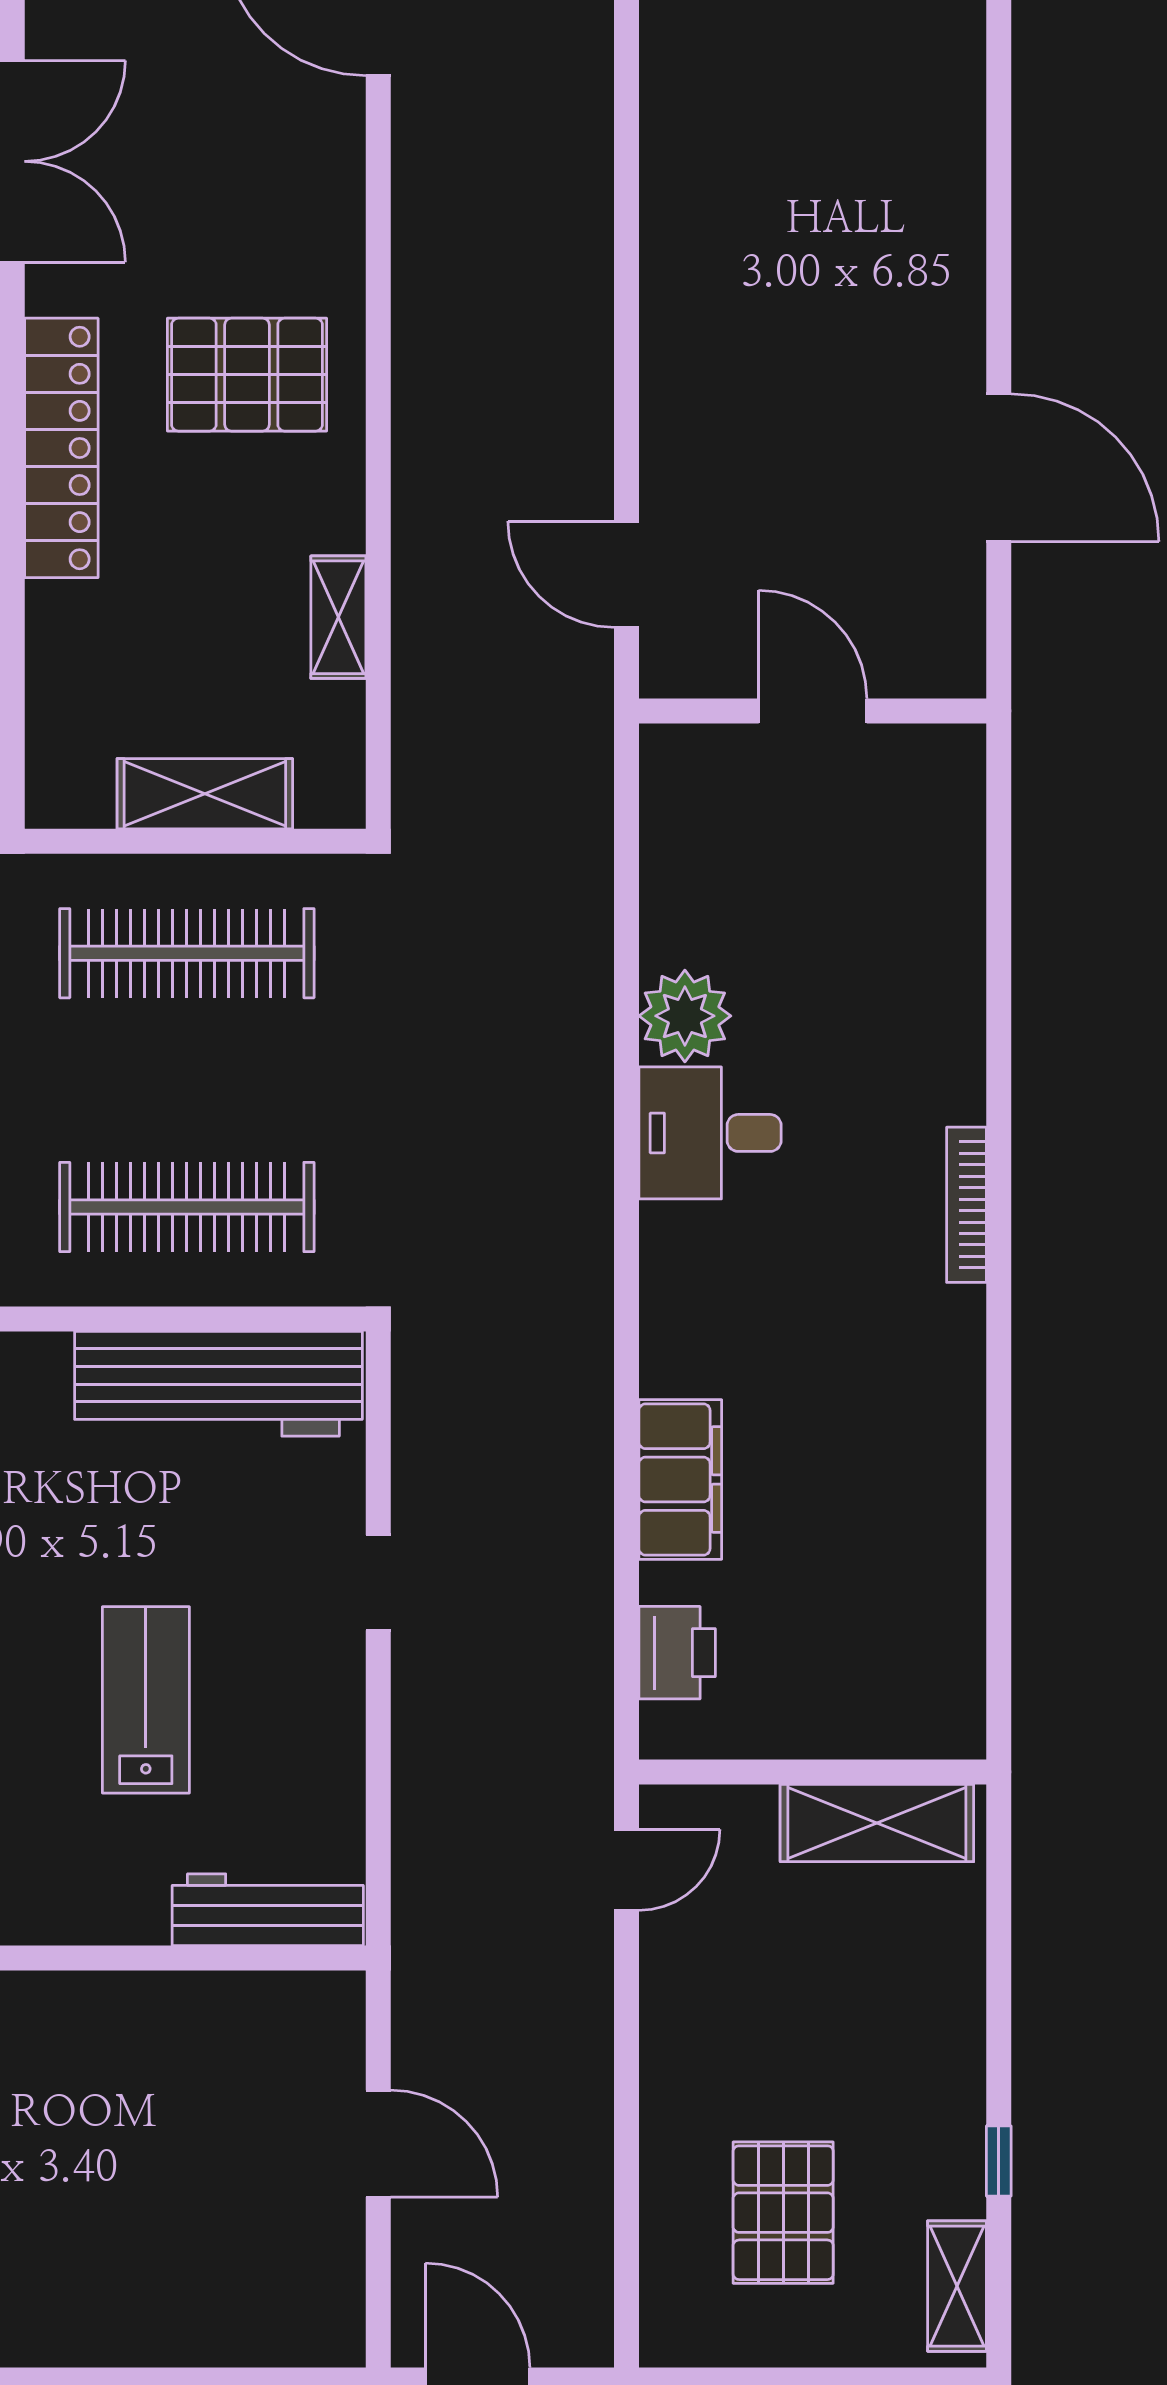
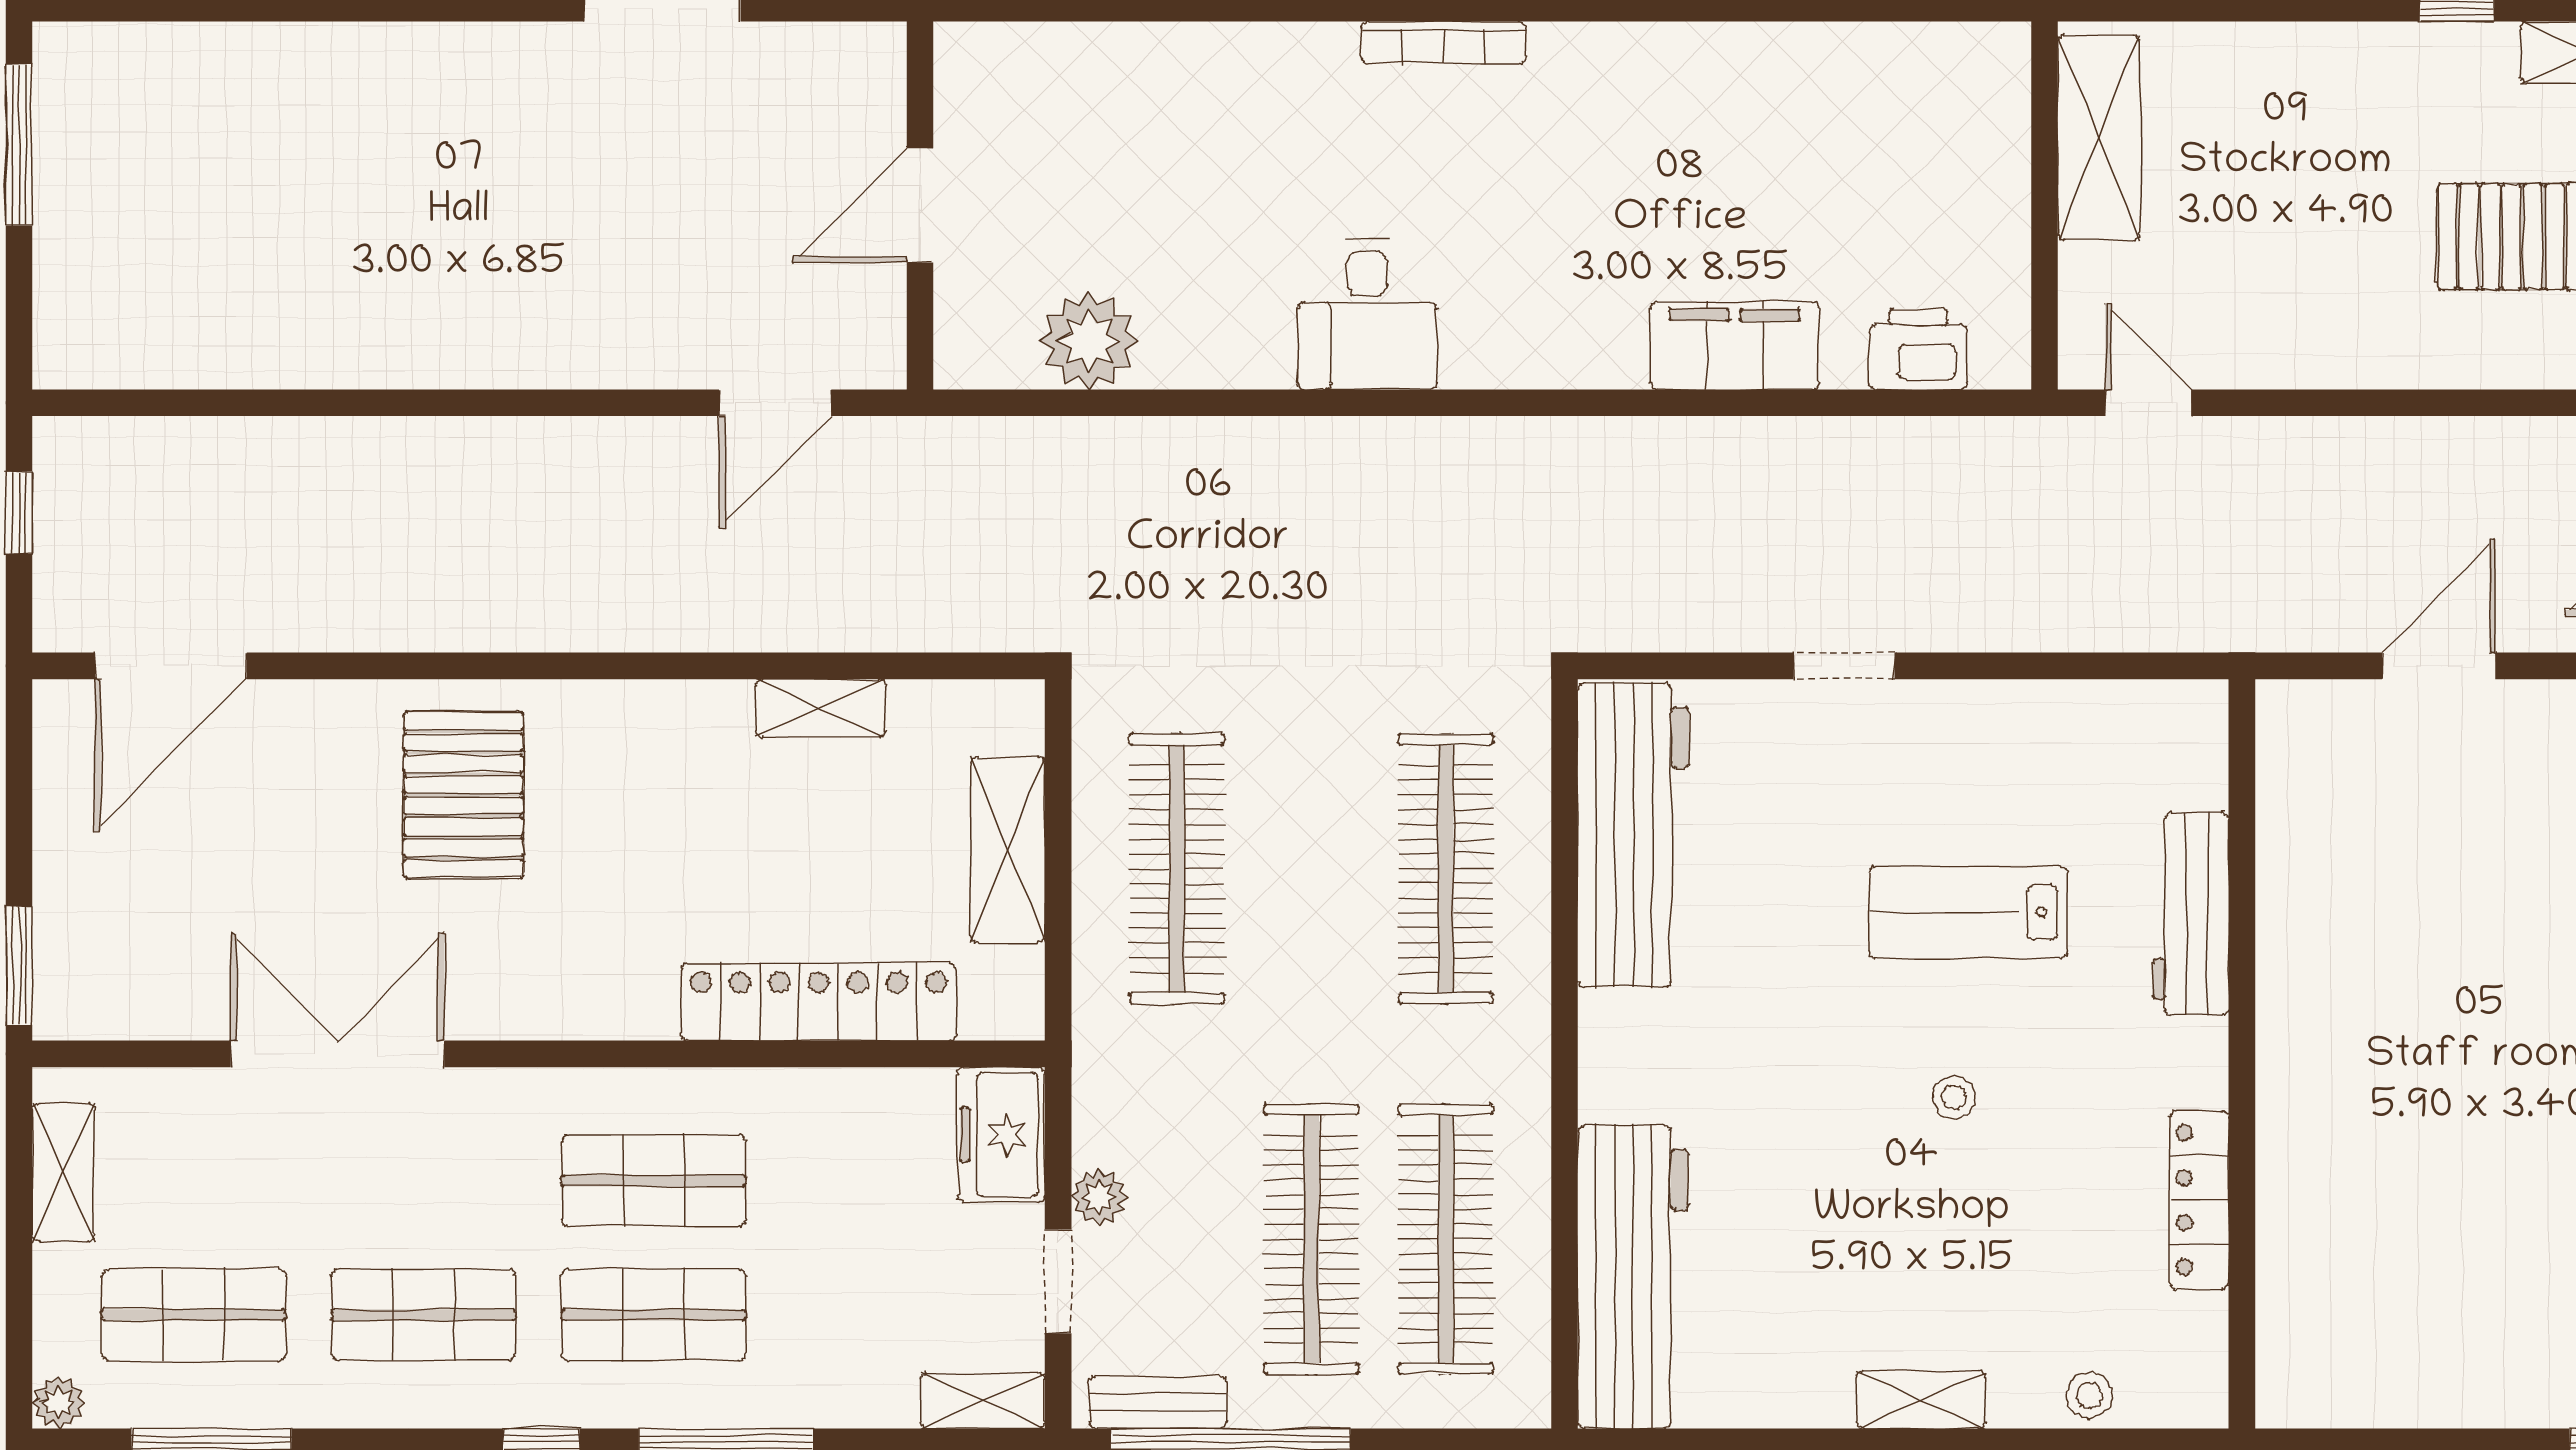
pallet: (247, 375) -> (464, 795), moved
locker: (61, 448) -> (819, 1002), moved
plant: (685, 1016) -> (1089, 341), moved
workbench: (268, 1910) -> (2191, 914), moved

